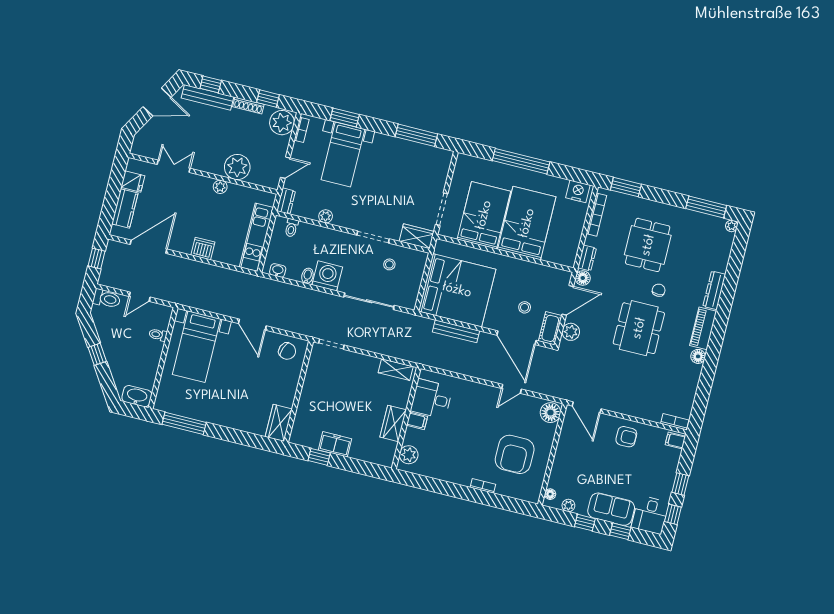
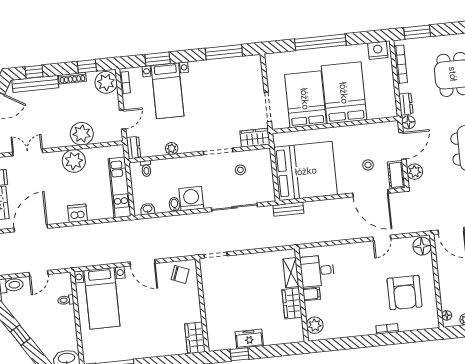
plant: (220, 187) -> (74, 161), width x1.87, depth x1.87
bench: (456, 331) -> (288, 209), moved, width x0.73
shelving: (396, 370) -> (291, 273), moved, turned 90

